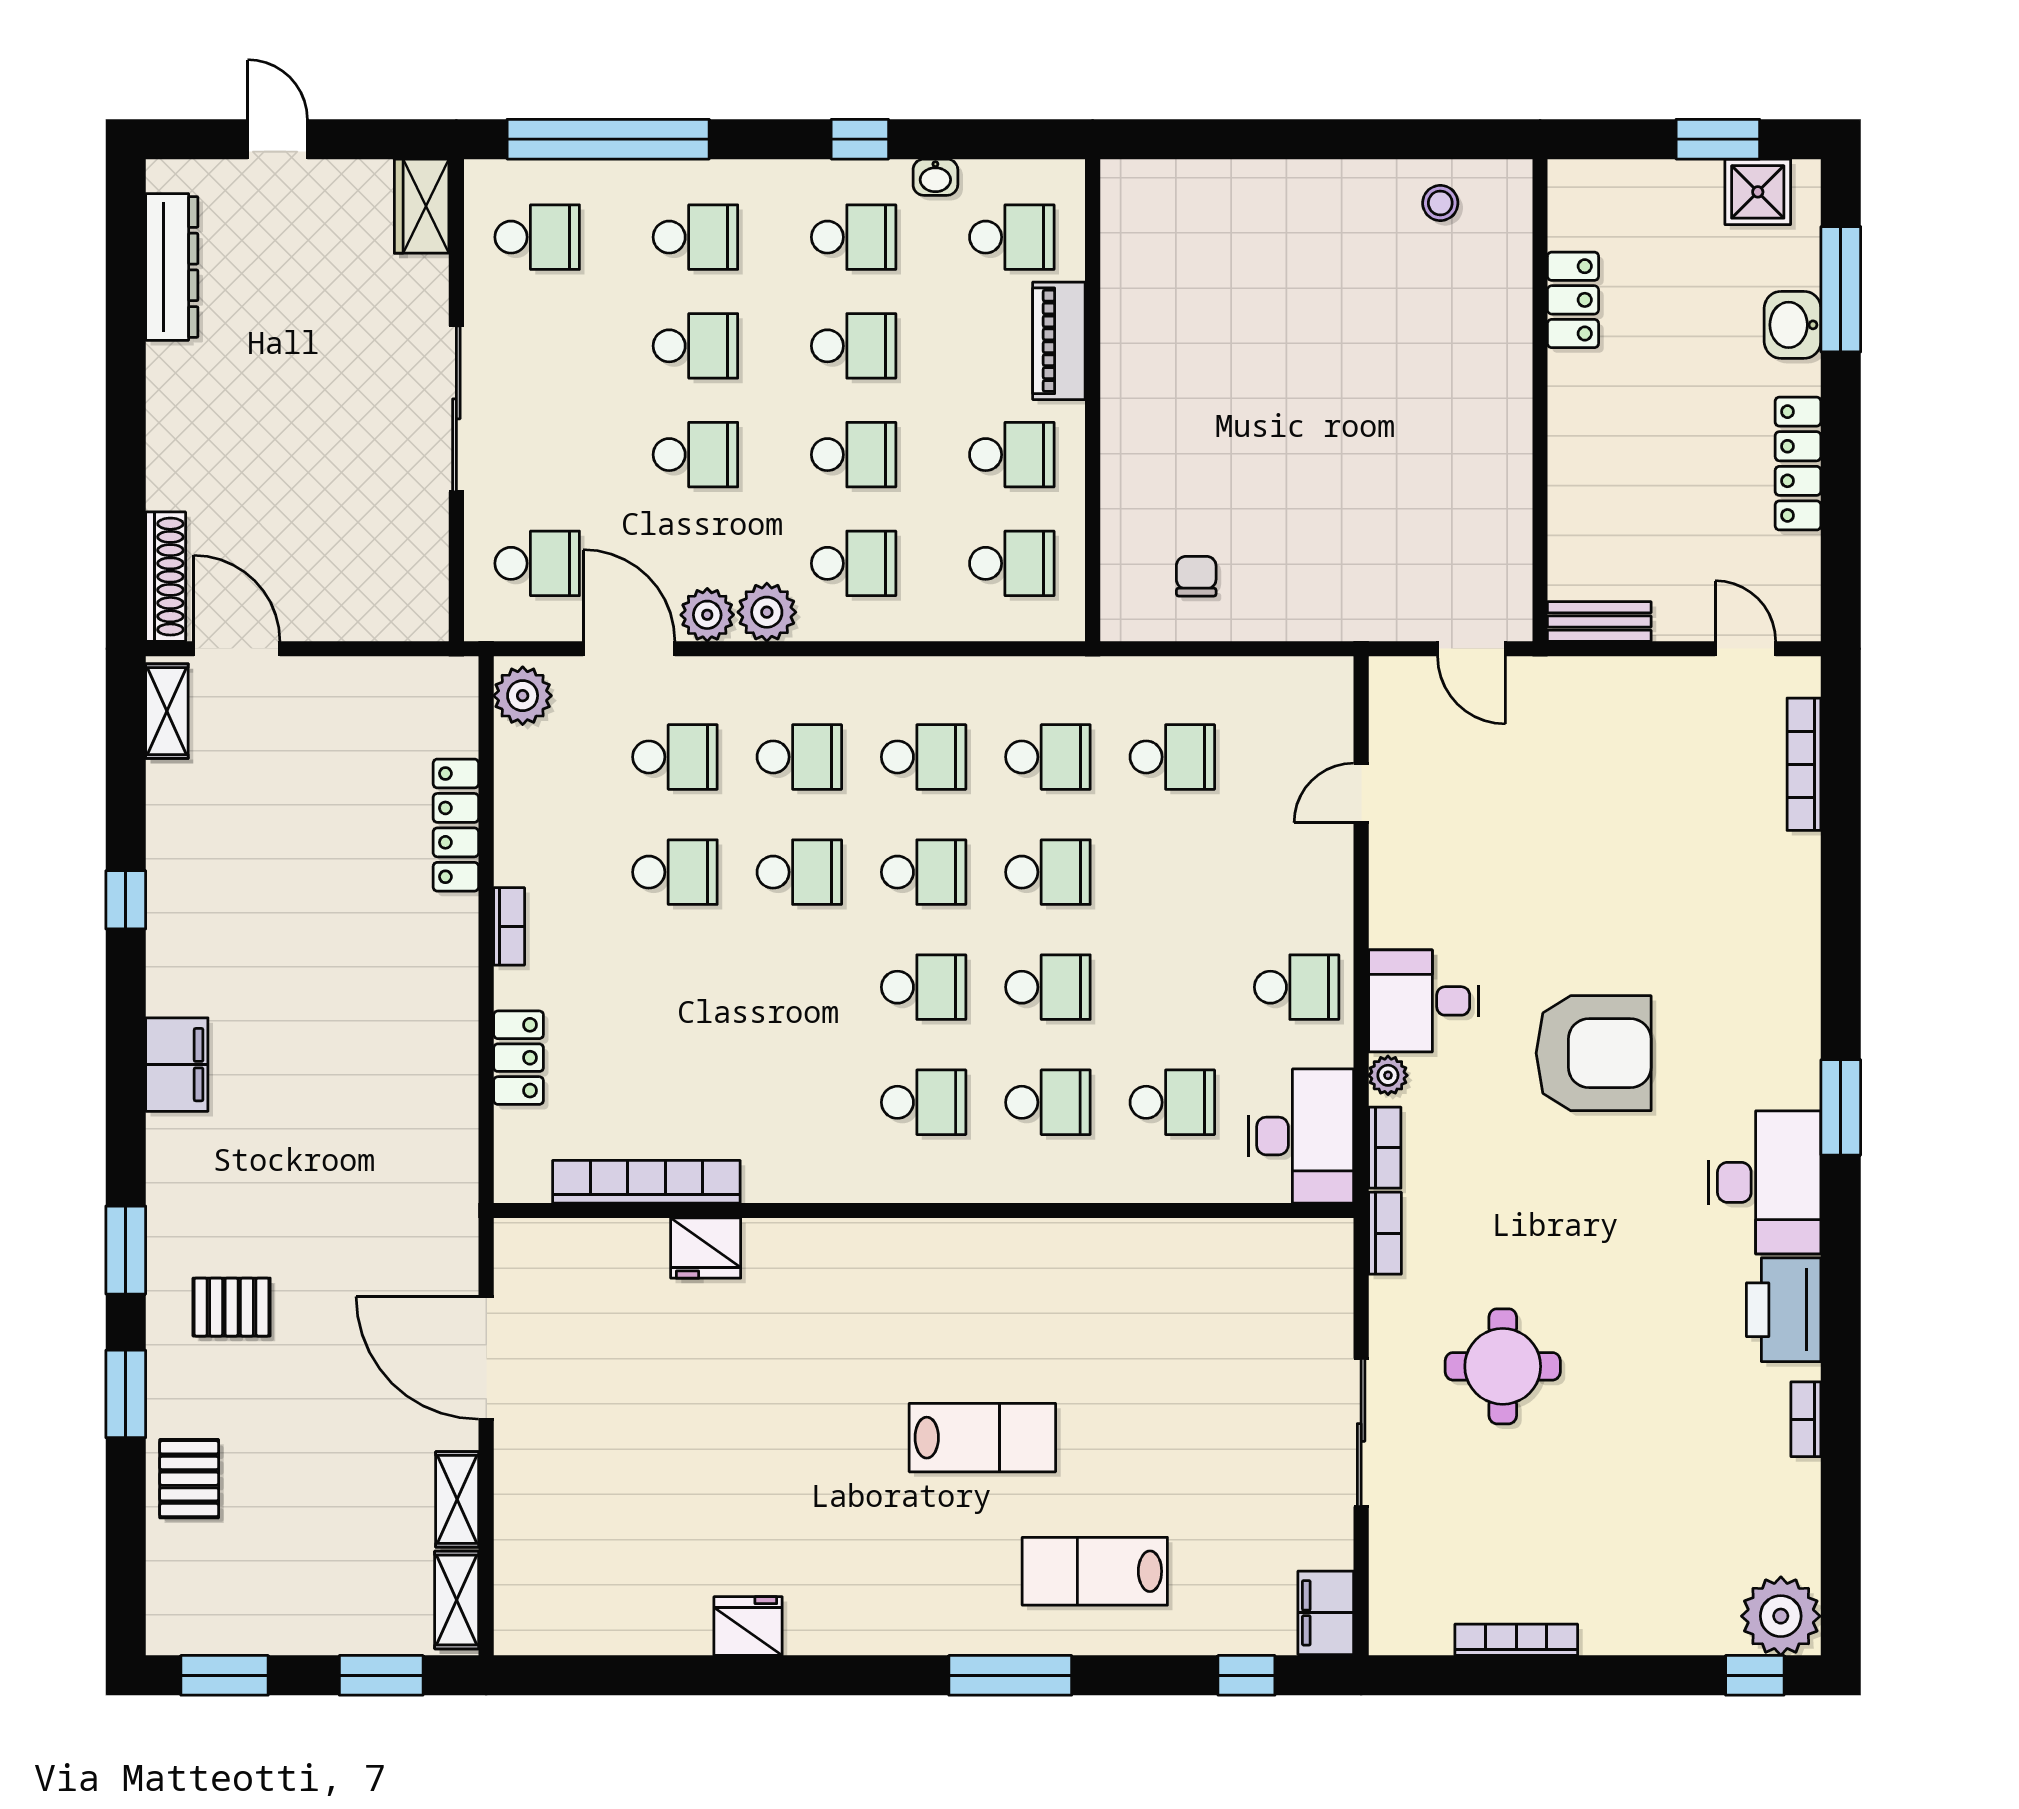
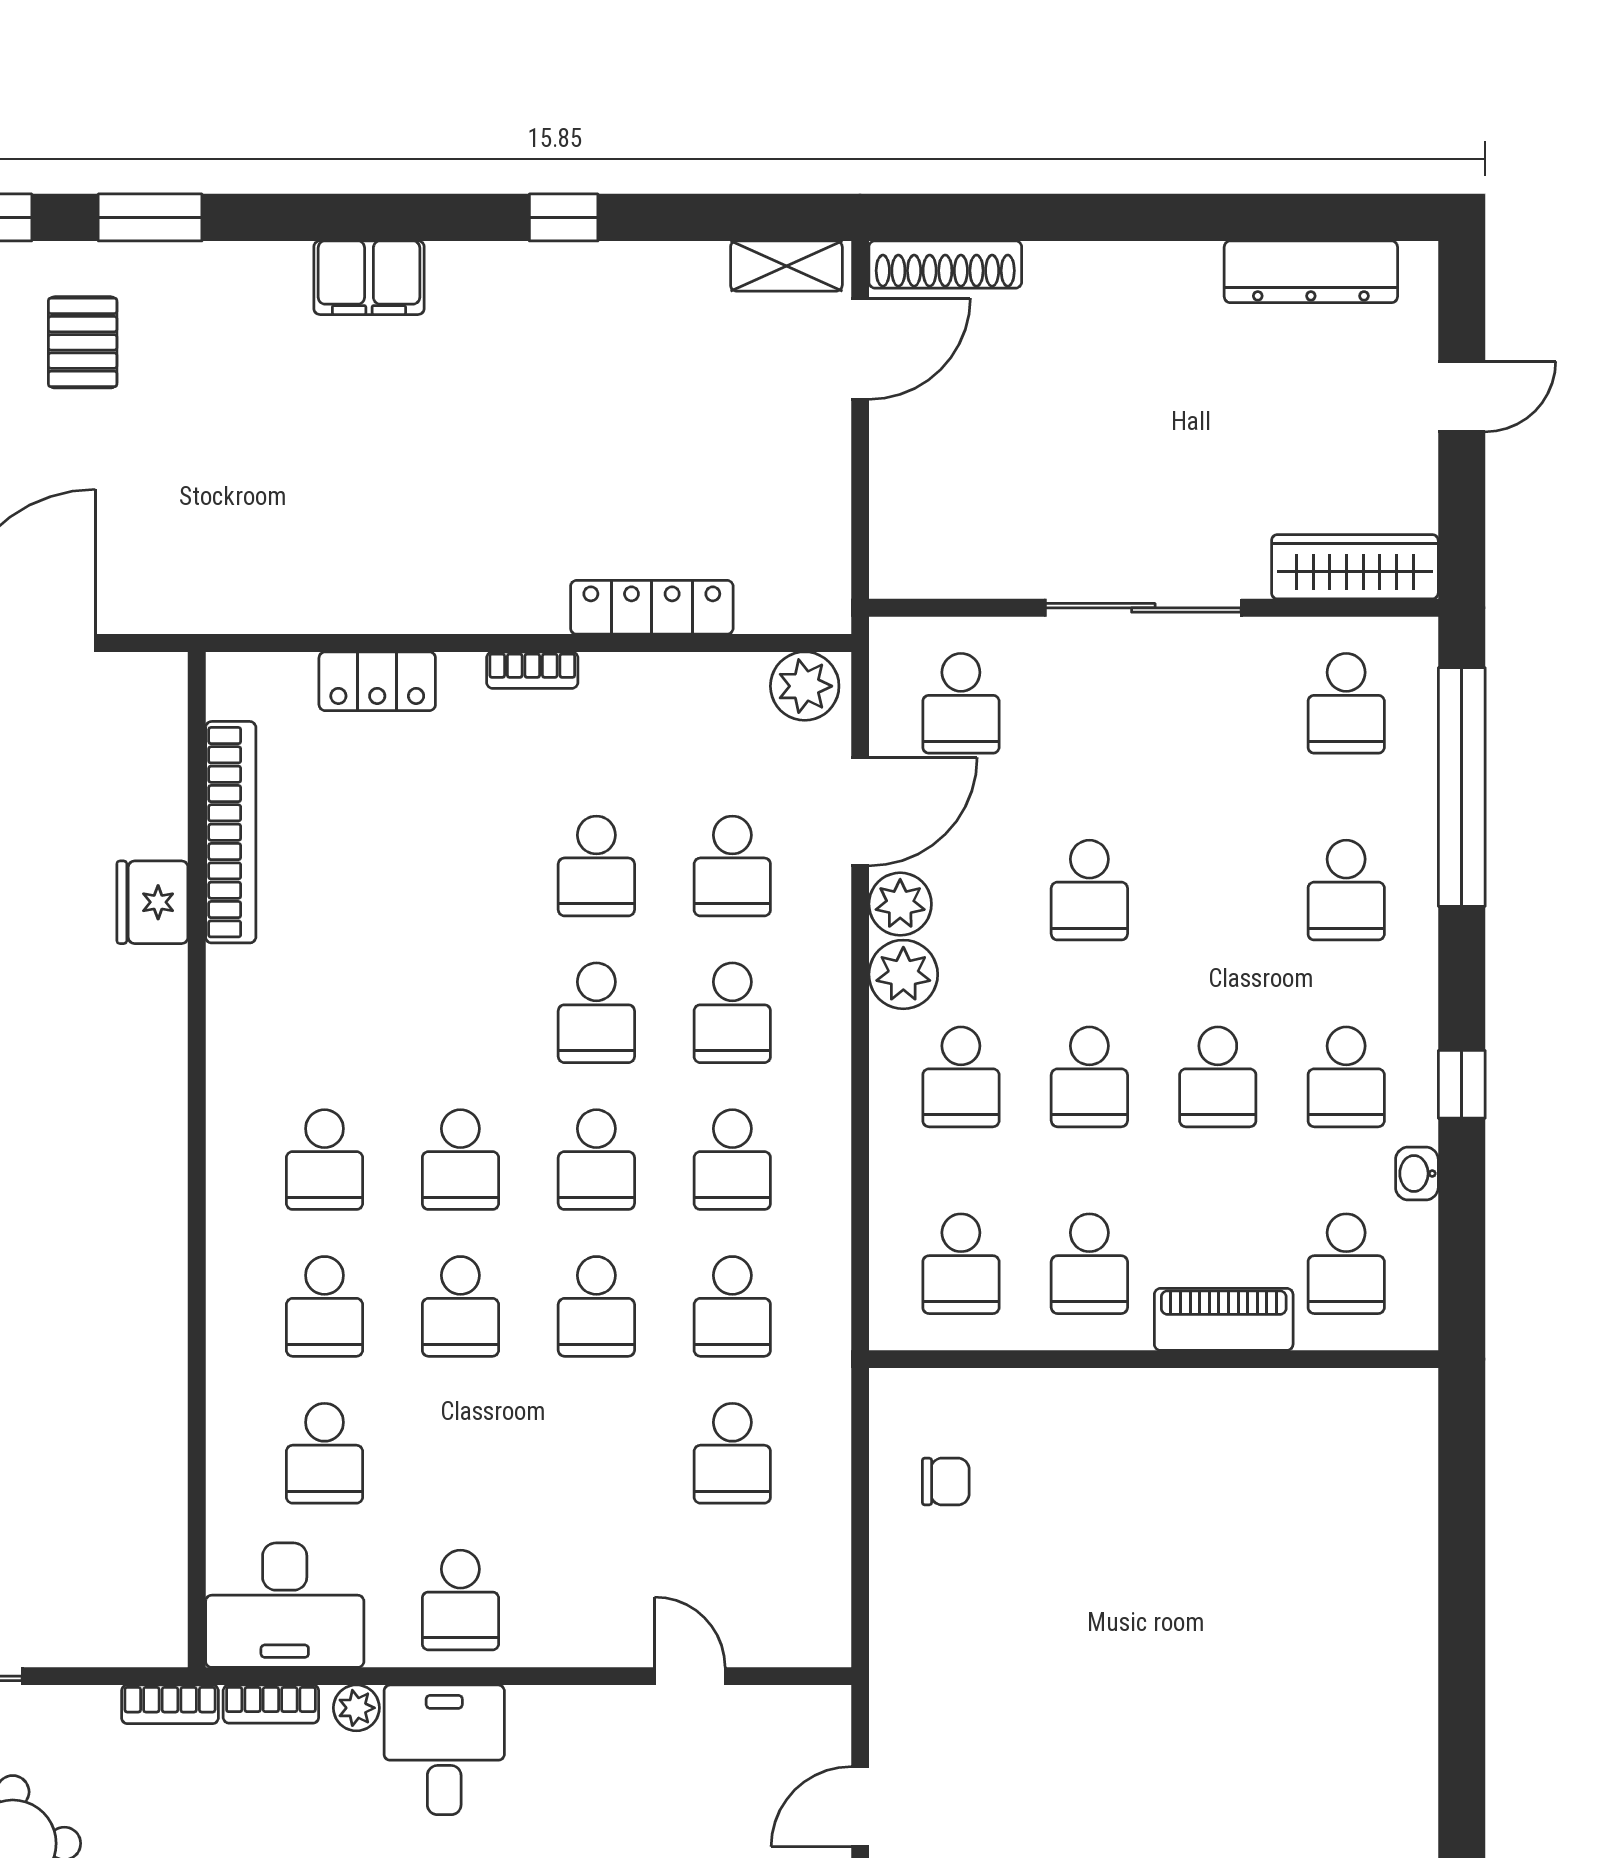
stool: (1440, 203) -> (1386, 1770), removed
wardrobe: (422, 206) -> (1355, 567), width x1.50
school desk: (695, 346) -> (1218, 890), removed

